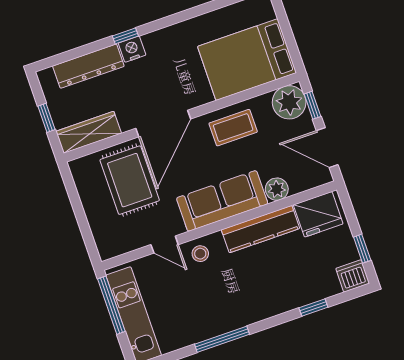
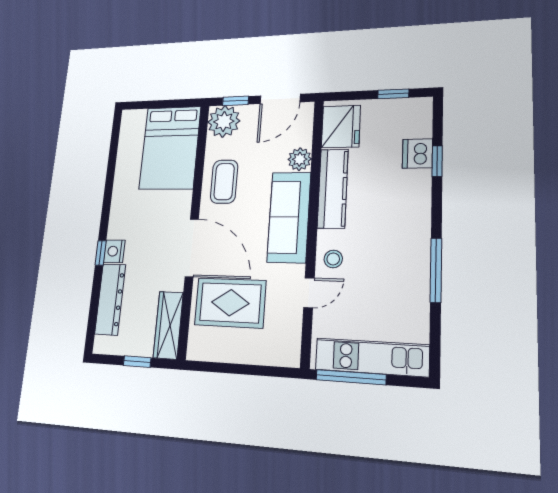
dishwasher: (353, 276) -> (417, 153), moved

